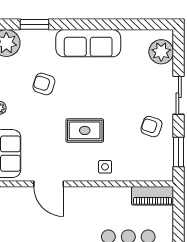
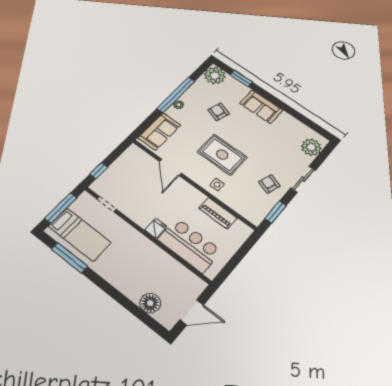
sofa: (88, 43) -> (261, 107), width x0.73
rug: (85, 130) -> (222, 155), width x1.36, depth x1.43
piano: (153, 196) -> (218, 213), moved

